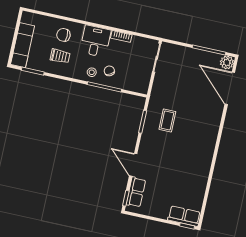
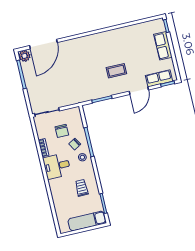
chair: (63, 35) -> (62, 131), moved
coffee table: (167, 120) -> (116, 71), moved
row of seats: (184, 216) -> (163, 46), moved

